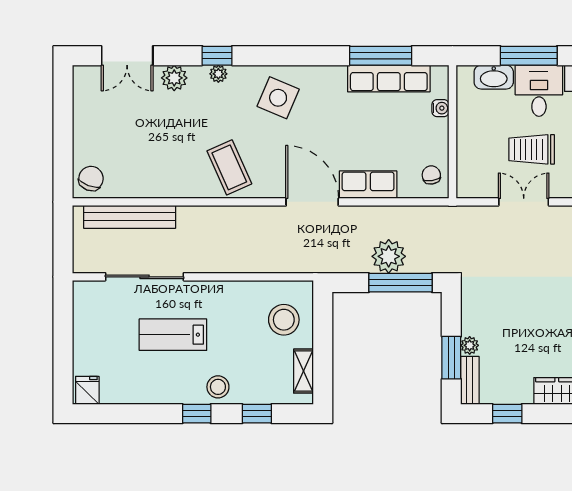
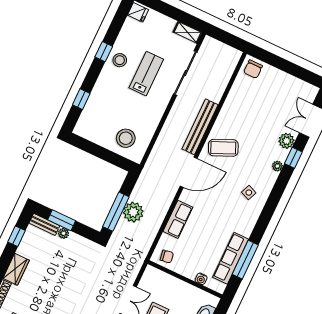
window: (217, 56) -> (293, 158), moved
side table: (278, 98) -> (249, 193), width x0.54, depth x0.54
chair: (91, 178) -> (253, 69), turned 69
door: (312, 202) -> (189, 172), moved
bench: (130, 217) -> (200, 127), moved
shelving: (303, 371) -> (188, 32), moved
stool: (218, 387) -> (120, 60), moved
window: (197, 414) -> (104, 52), moved

